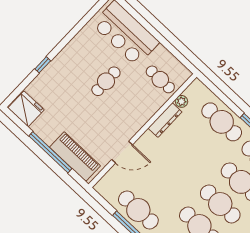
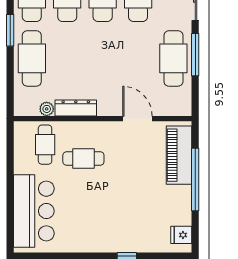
cafe table: (106, 81) -> (83, 158), moved
fridge: (26, 109) -> (181, 235), width x0.53, depth x0.75

